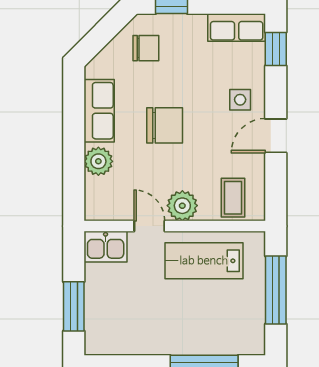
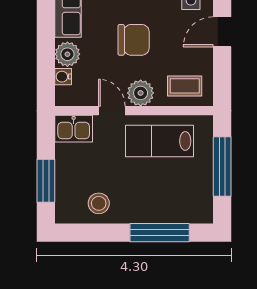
chair: (165, 125) -> (134, 40), moved
water cooler: (94, 187) -> (63, 77), added
coffee table: (233, 198) -> (185, 86), turned 90
stool: (134, 332) -> (99, 203), added

